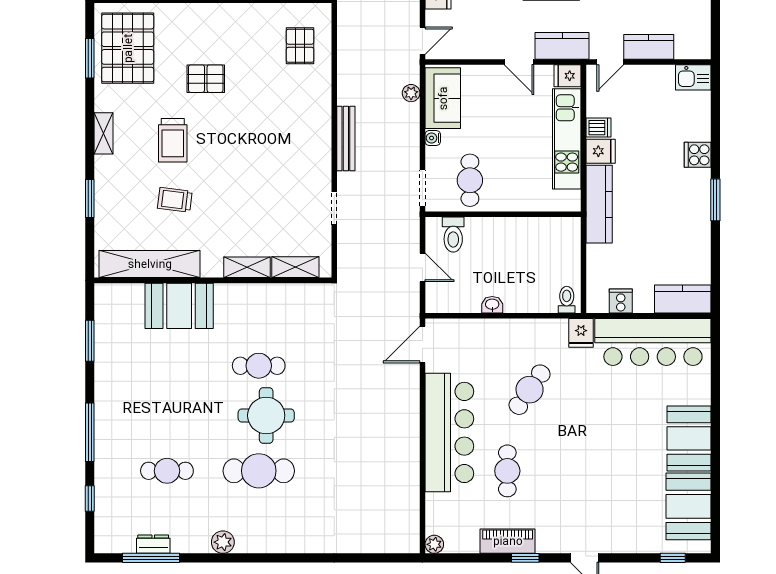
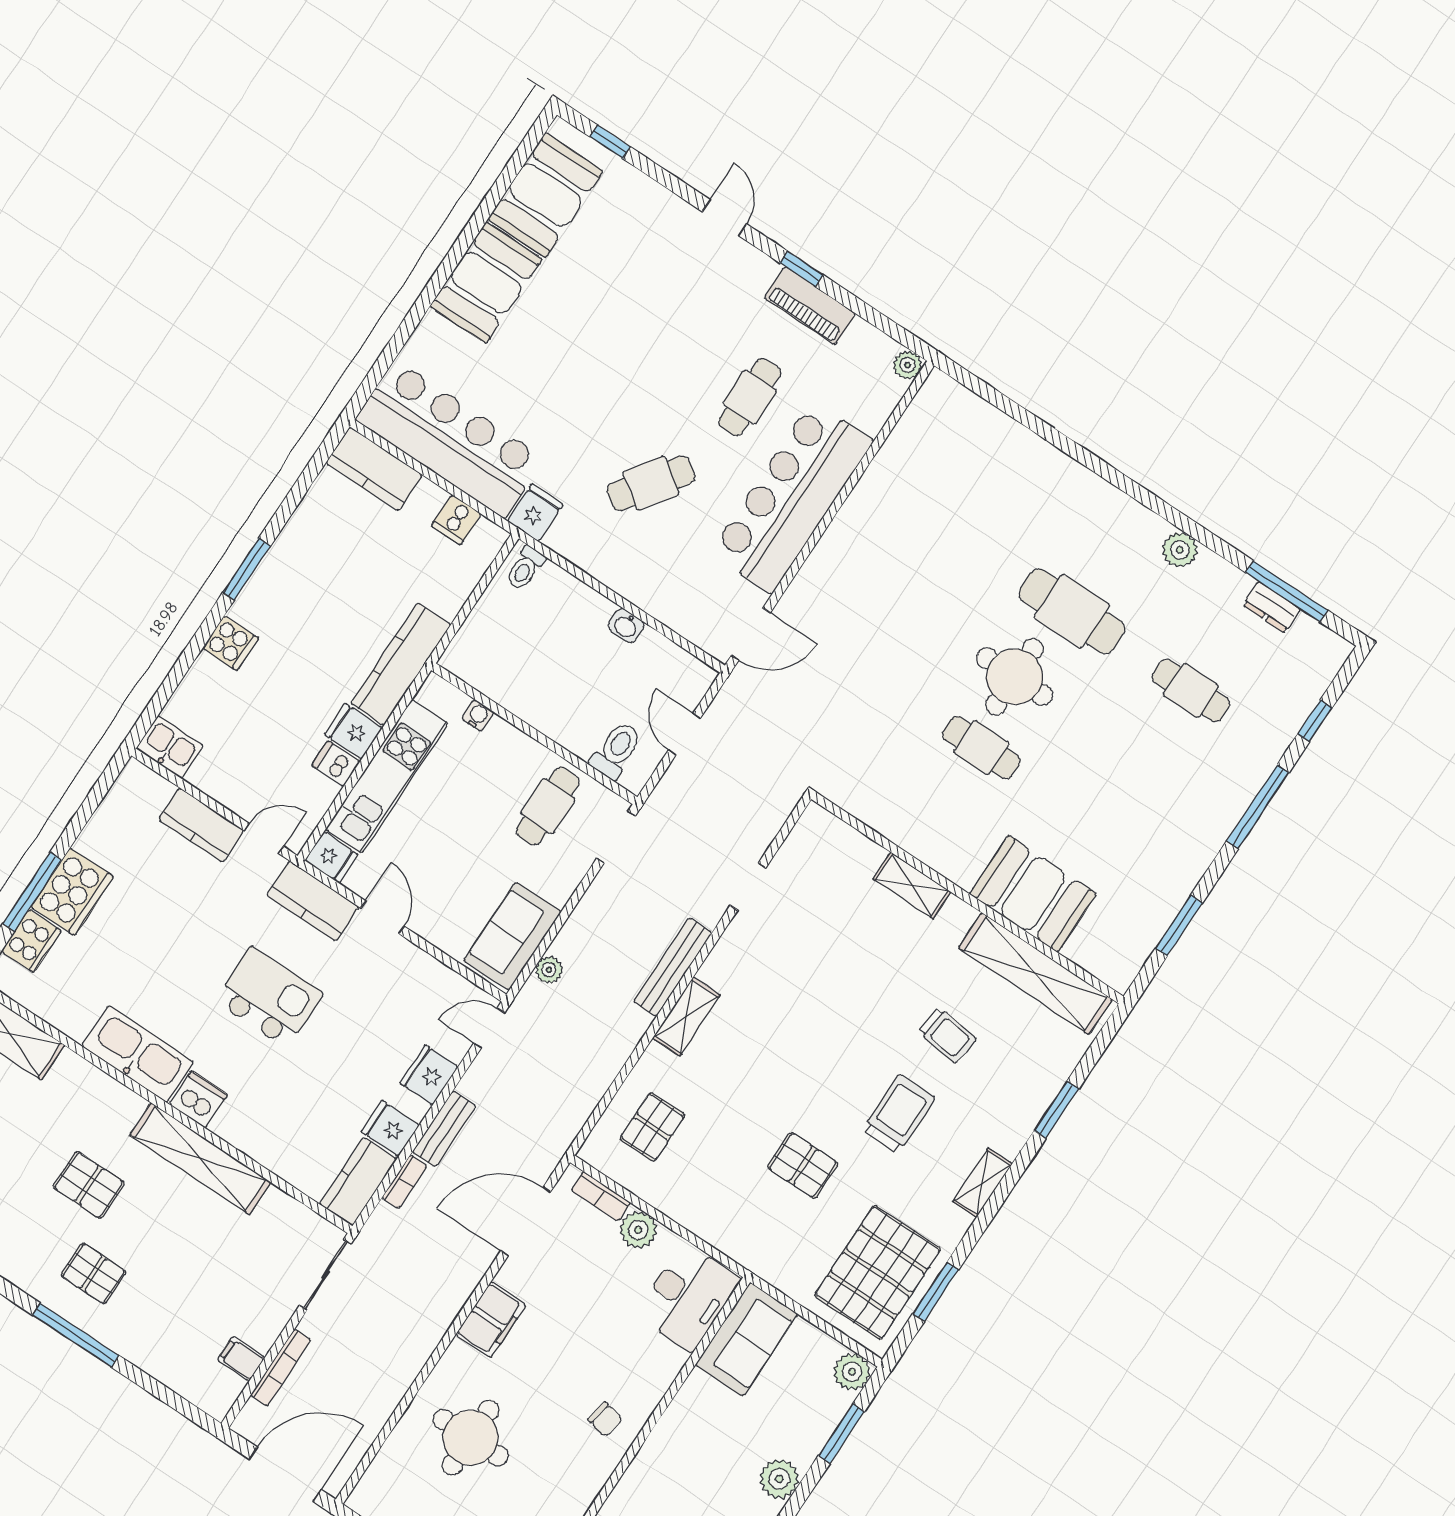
water cooler: (433, 138) -> (478, 715), moved, turned -90
shelving: (295, 267) -> (686, 1017), moved, turned 90

